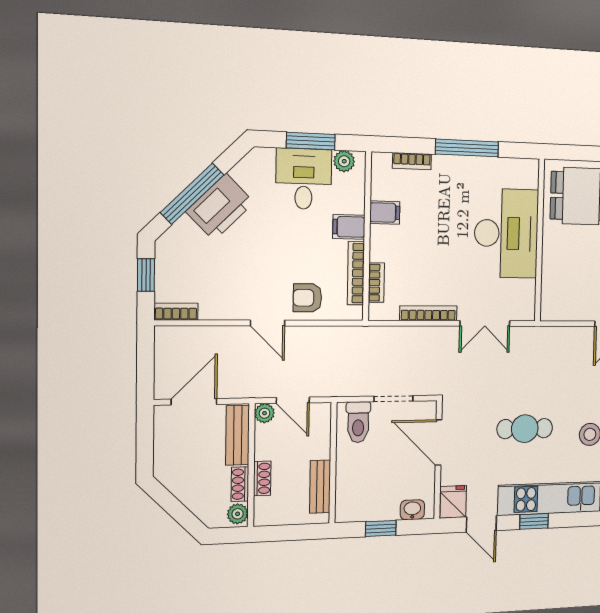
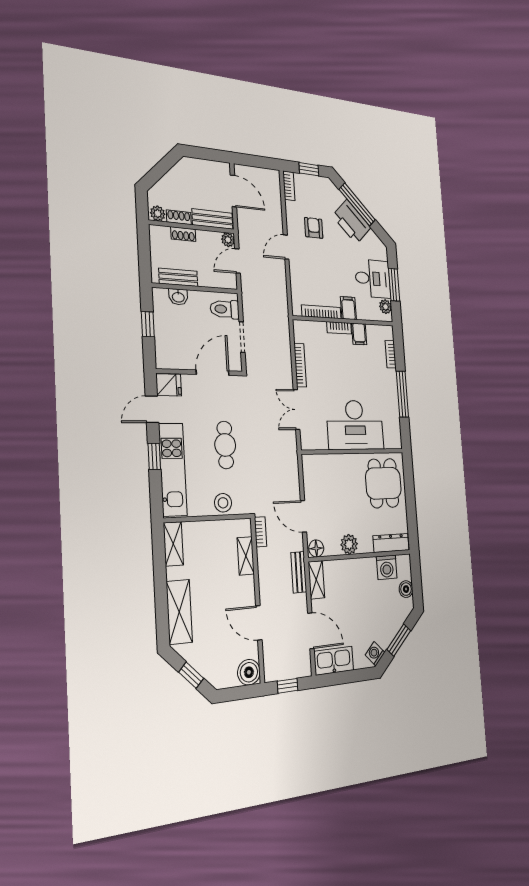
bookcase: (376, 283) -> (339, 328), moved
armchair: (307, 298) -> (314, 228), moved
washbasin: (412, 510) -> (178, 297), moved, turned 90

